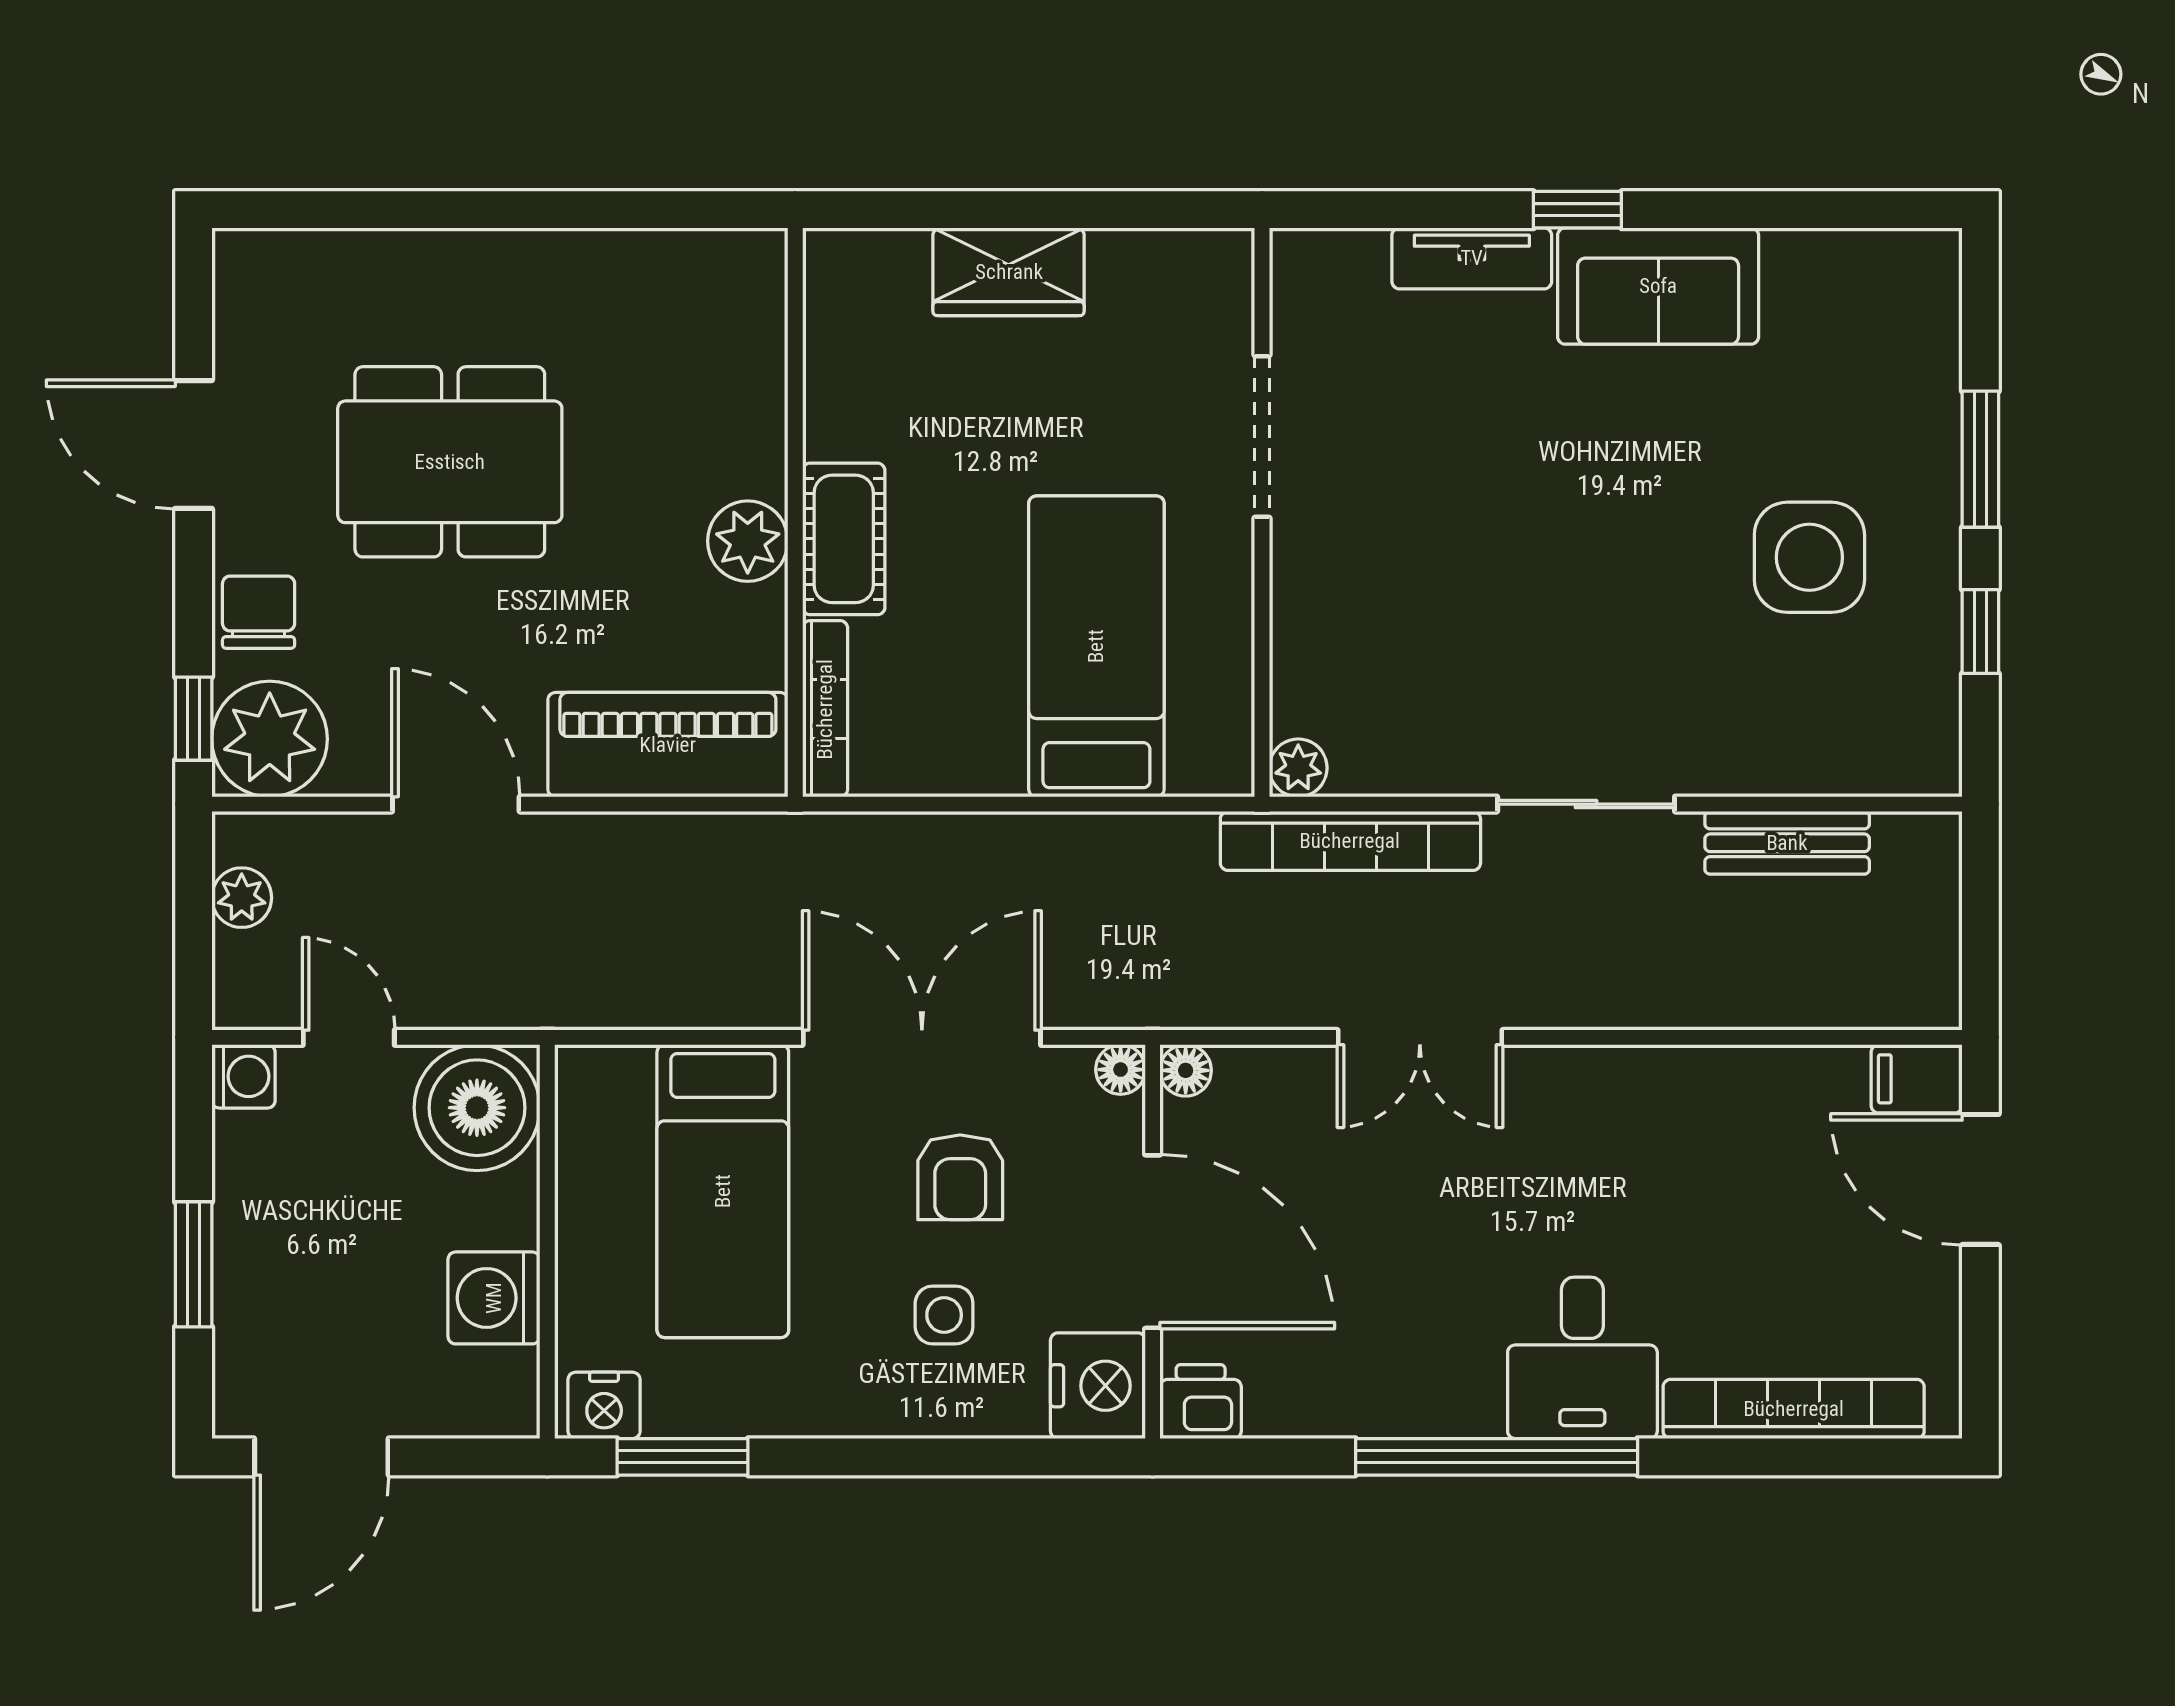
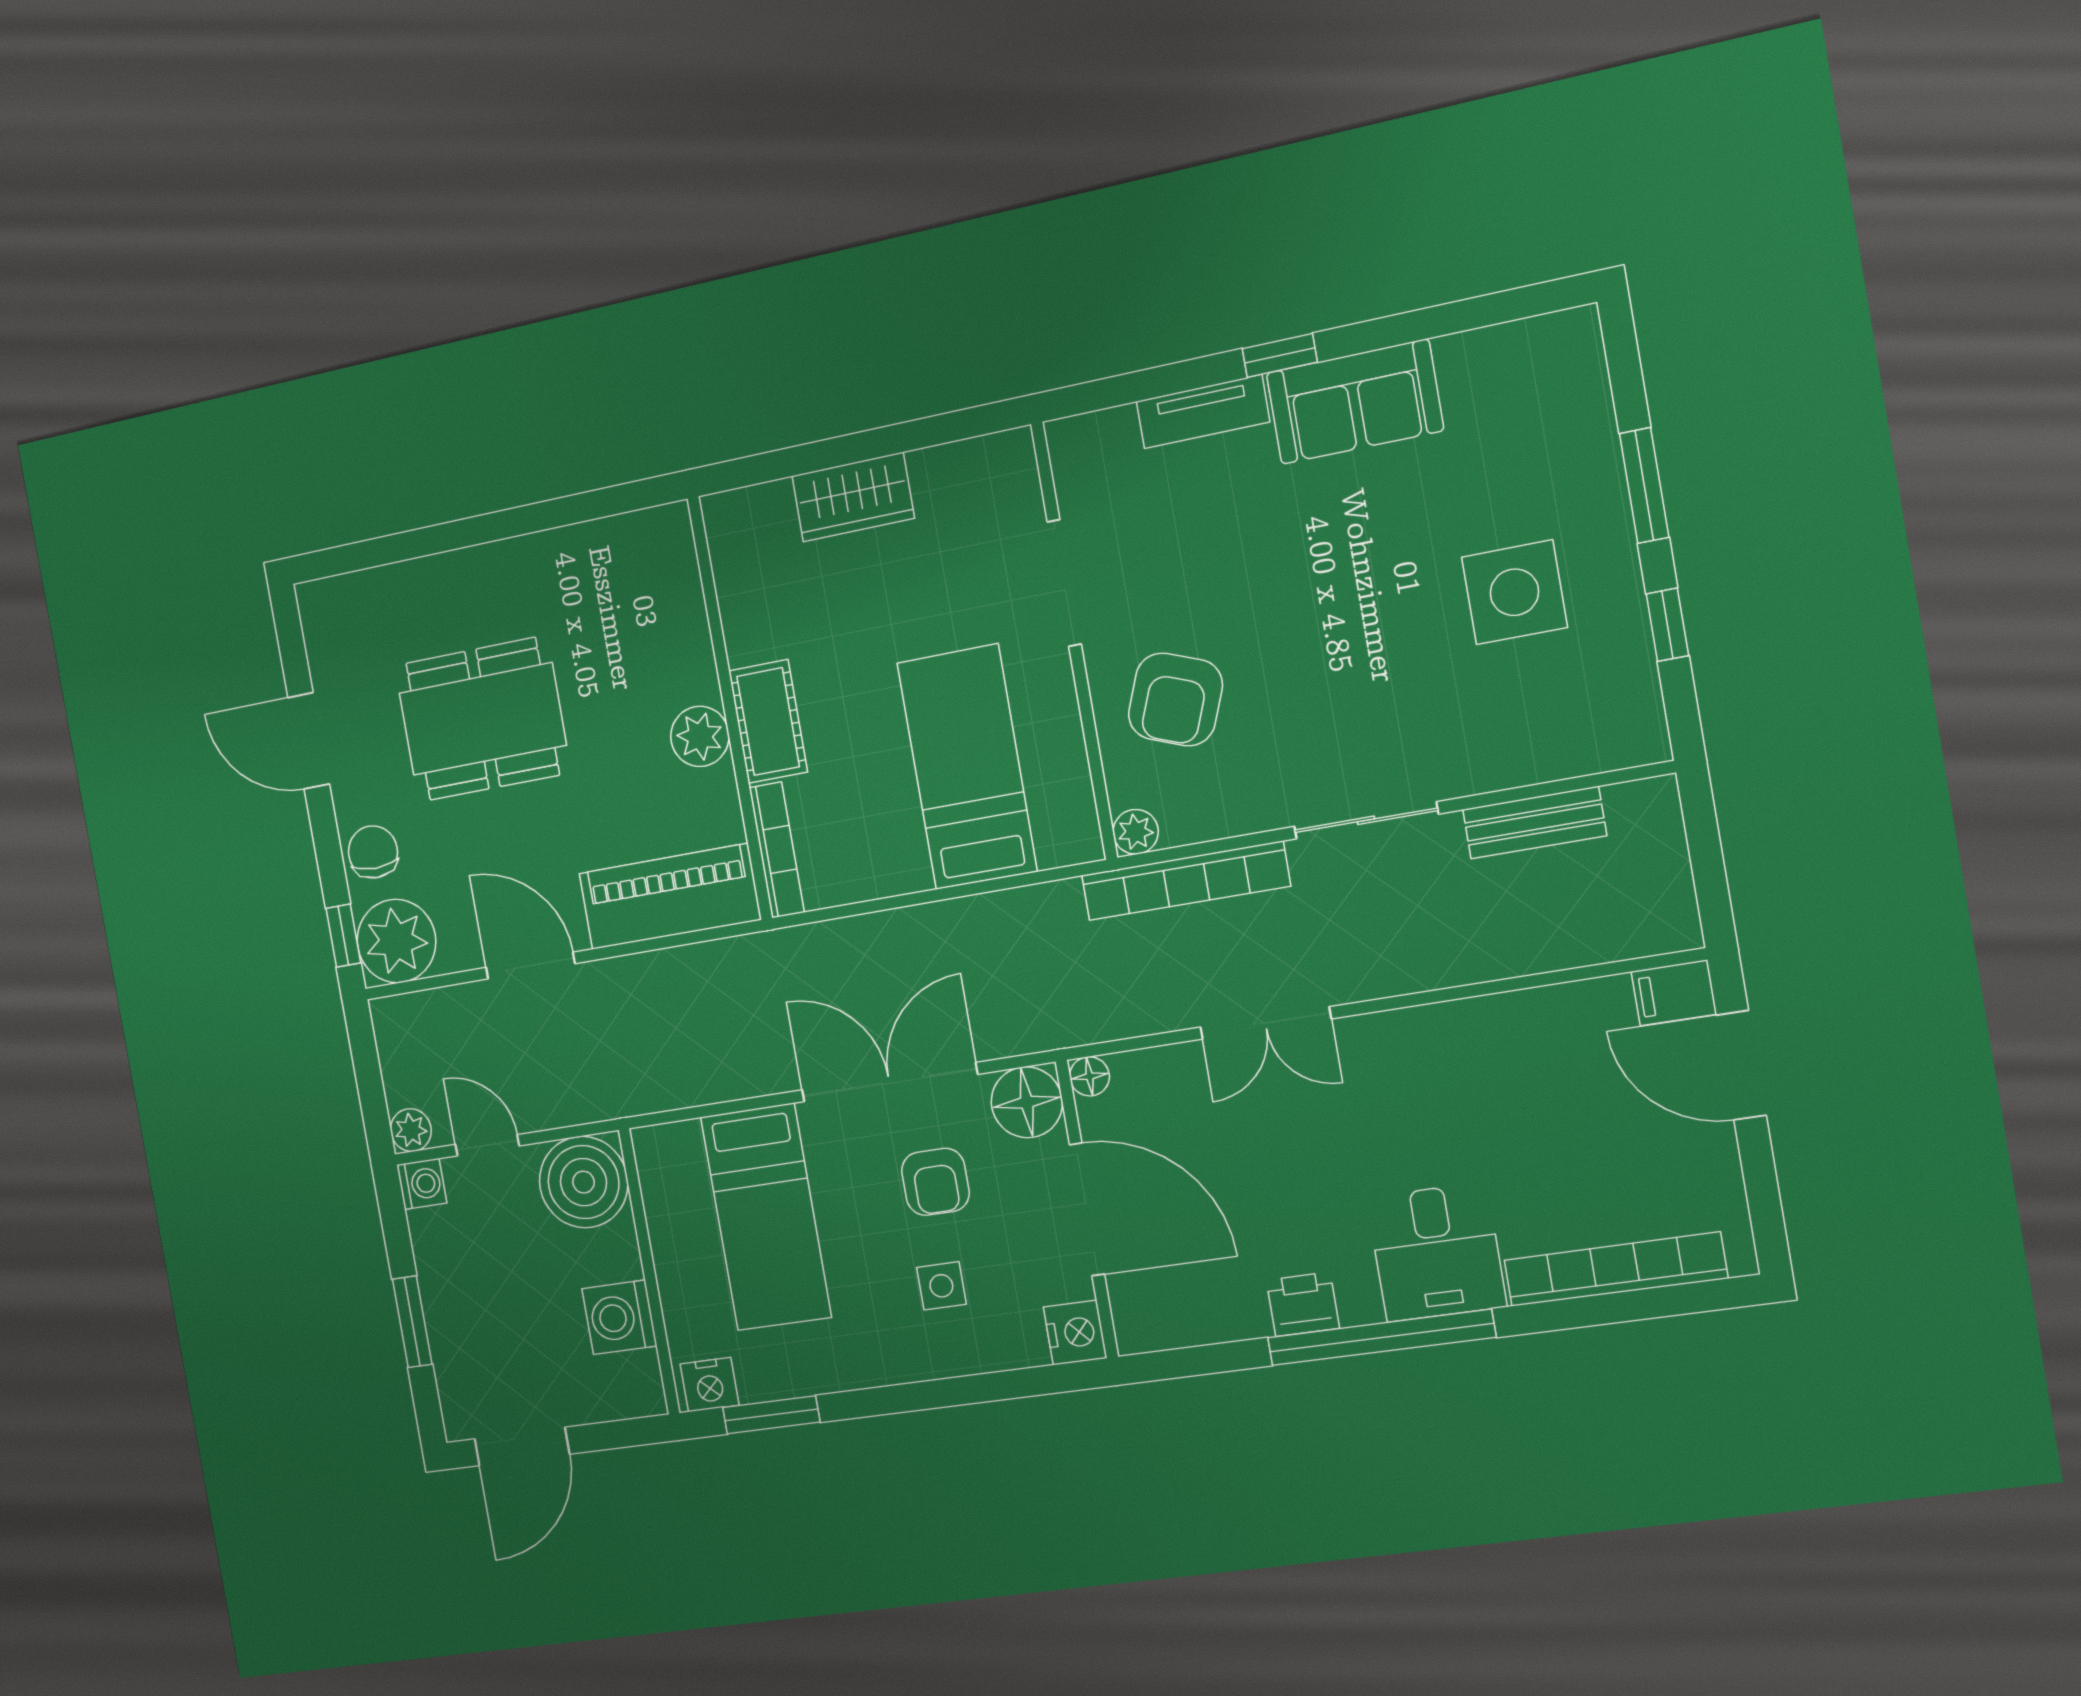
armchair: (1377, 610) -> (1175, 699), added
plant: (242, 898) -> (411, 1130), moved
floor lamp: (1121, 1070) -> (1027, 1102), width x1.89, depth x1.89
nightstand: (1098, 1386) -> (1075, 1333), width x0.74, depth x0.75
printer: (1201, 1402) -> (1303, 1304), moved

